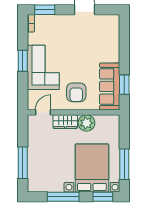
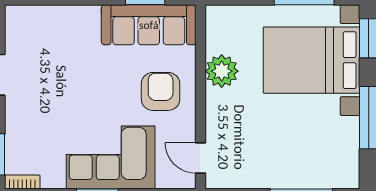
armchair: (76, 92) -> (161, 91), turned -90
wardrobe: (65, 122) -> (219, 113), removed

